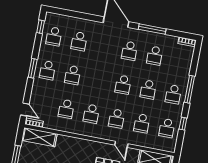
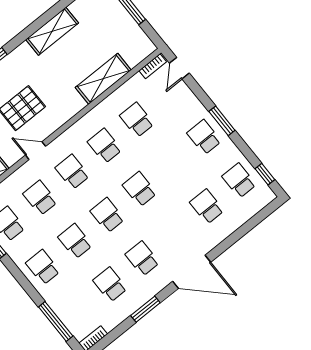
window: (152, 29) -> (145, 309), width x0.69
school desk: (73, 75) -> (140, 189), moved
window: (190, 89) -> (56, 321), moved
door: (25, 109) -> (179, 68), hinge flipped
shelving: (39, 137) -> (103, 79), moved

